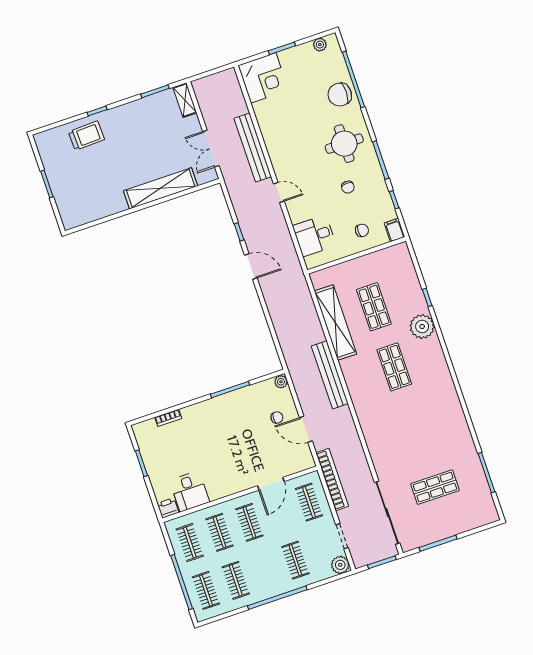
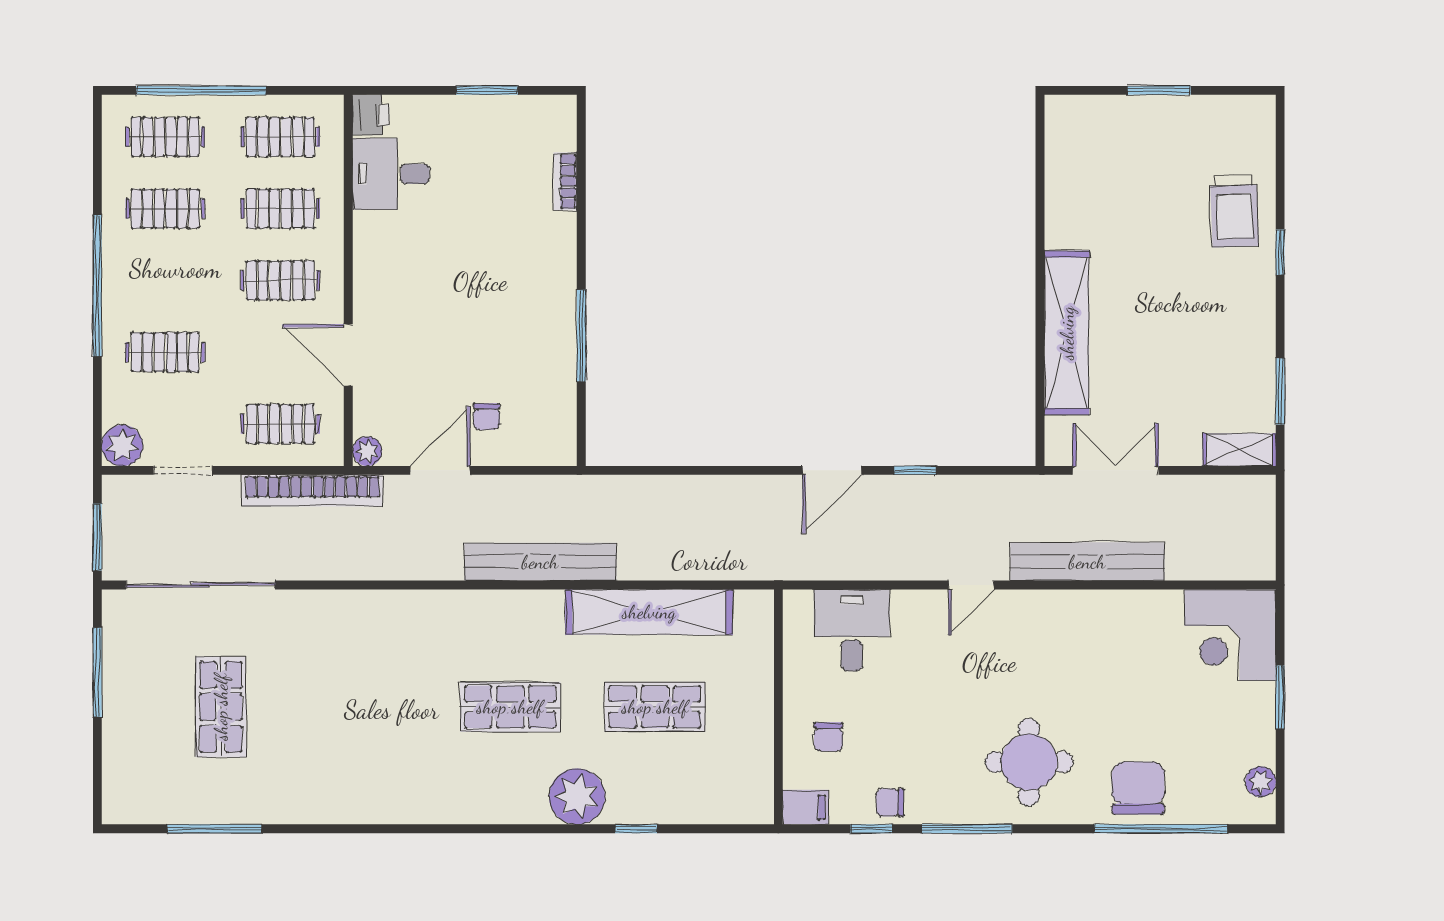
chair: (348, 187) -> (890, 803), moved
plant: (281, 382) -> (367, 451), moved

